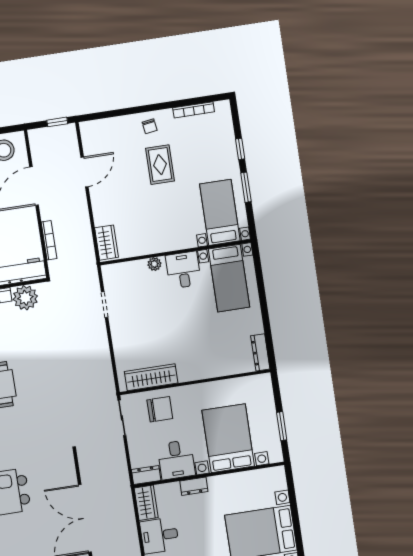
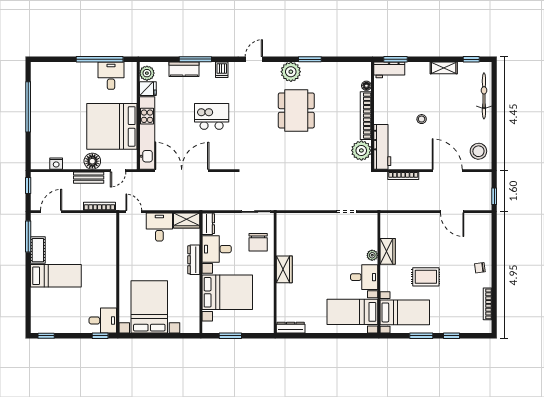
rug: (160, 165) -> (426, 277), moved
wardrobe: (106, 243) -> (388, 251), moved, turned -90
wardrobe: (151, 377) -> (284, 269), moved, width x0.67
dresser: (194, 486) -> (194, 260), width x1.44

